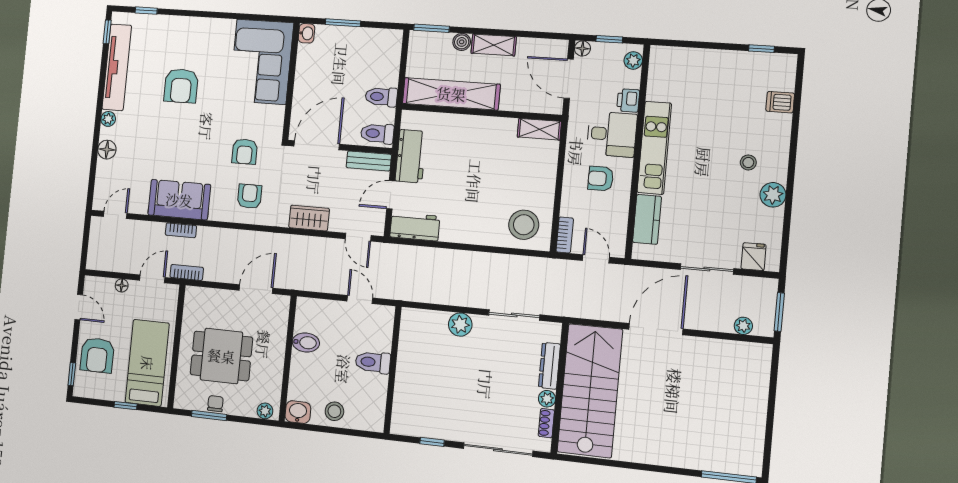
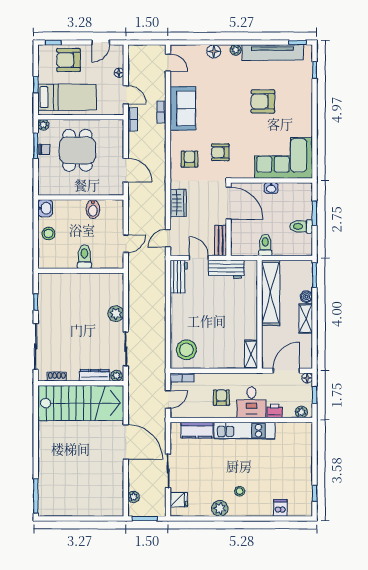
washbasin: (306, 33) -> (271, 188), moved
toilet: (377, 134) -> (301, 226), moved, turned -90
armchair: (249, 196) -> (189, 159), turned -90
plant: (547, 399) -> (116, 376), moved
plant: (265, 411) -> (43, 125), moved

